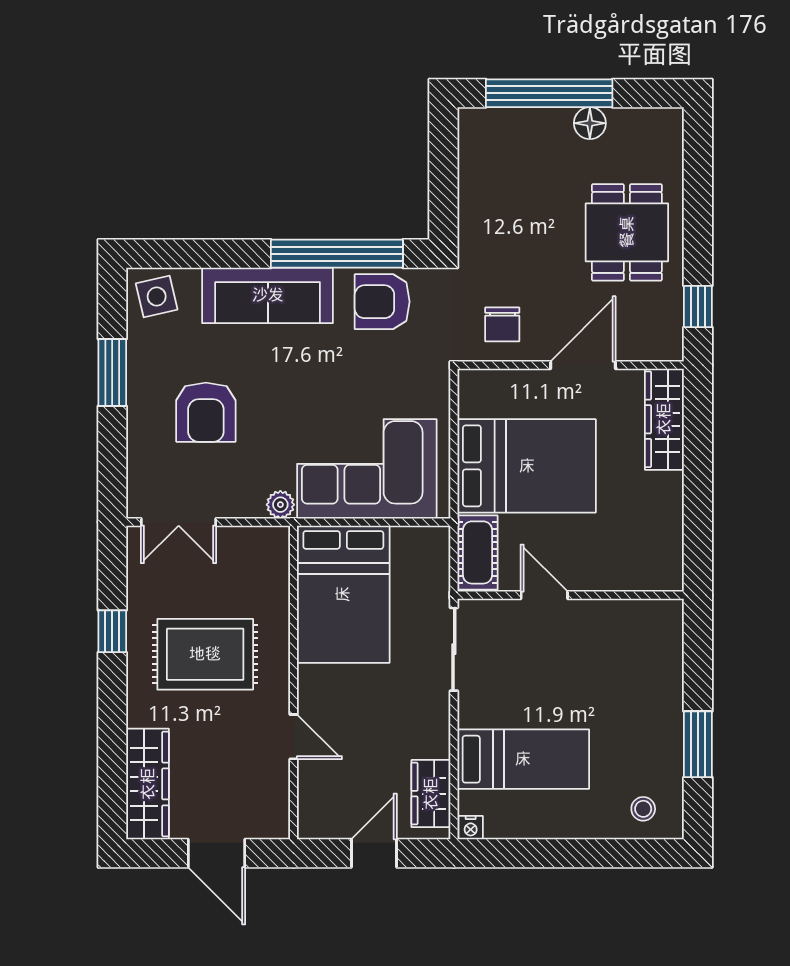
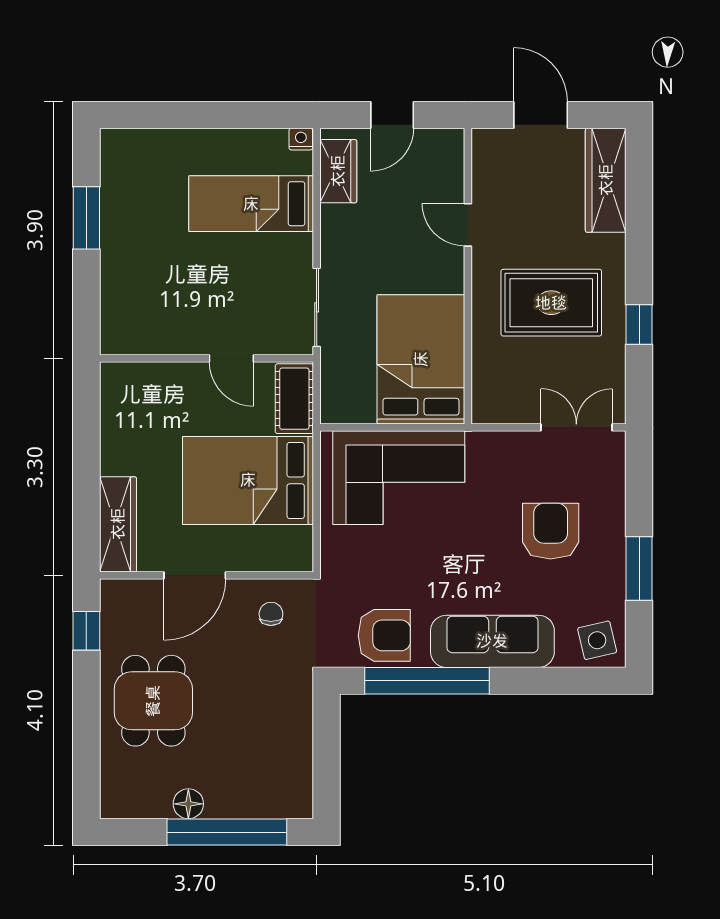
chair: (502, 324) -> (271, 614), width x0.73, depth x0.73
plant: (280, 505) -> (480, 444), removed
stool: (643, 809) -> (138, 157), removed

